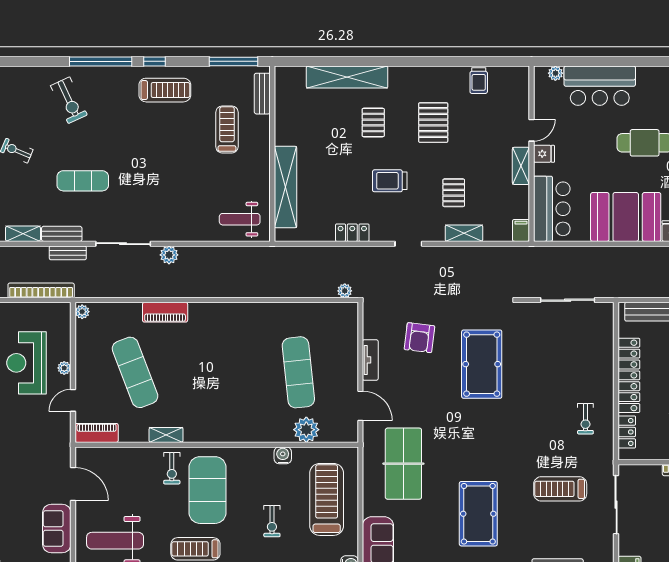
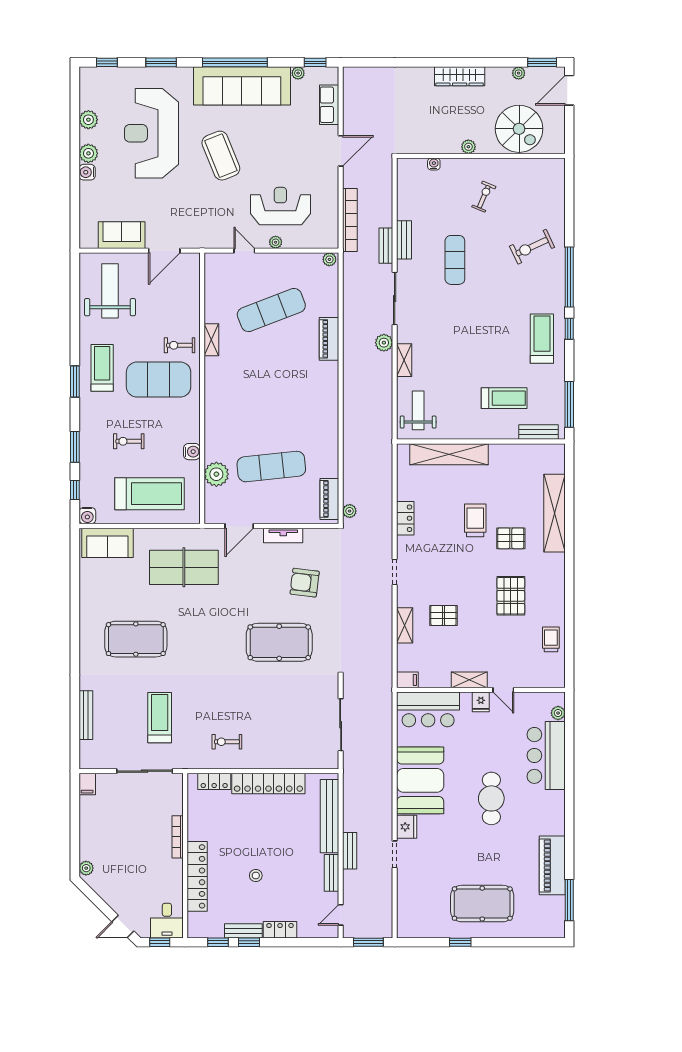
trolley: (479, 81) -> (551, 639), turned 90
treadmill: (165, 90) -> (542, 339), turned 180
pallet: (433, 123) -> (511, 596), turned 90
trolley: (390, 181) -> (475, 520), moved
shelving: (23, 234) -> (404, 360), moved
piano: (97, 433) -> (329, 499), moved, turned 180

